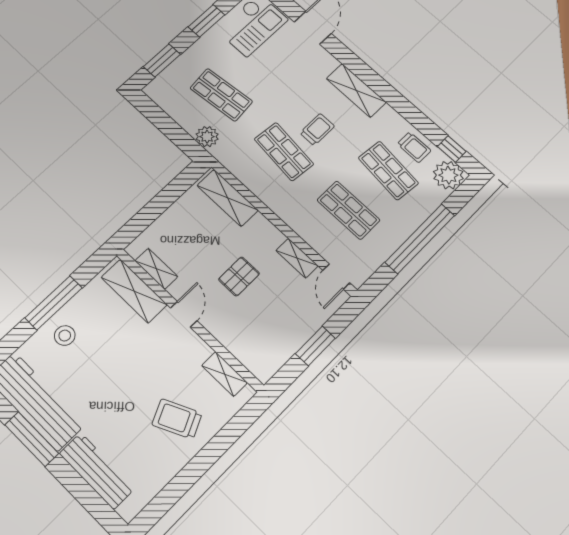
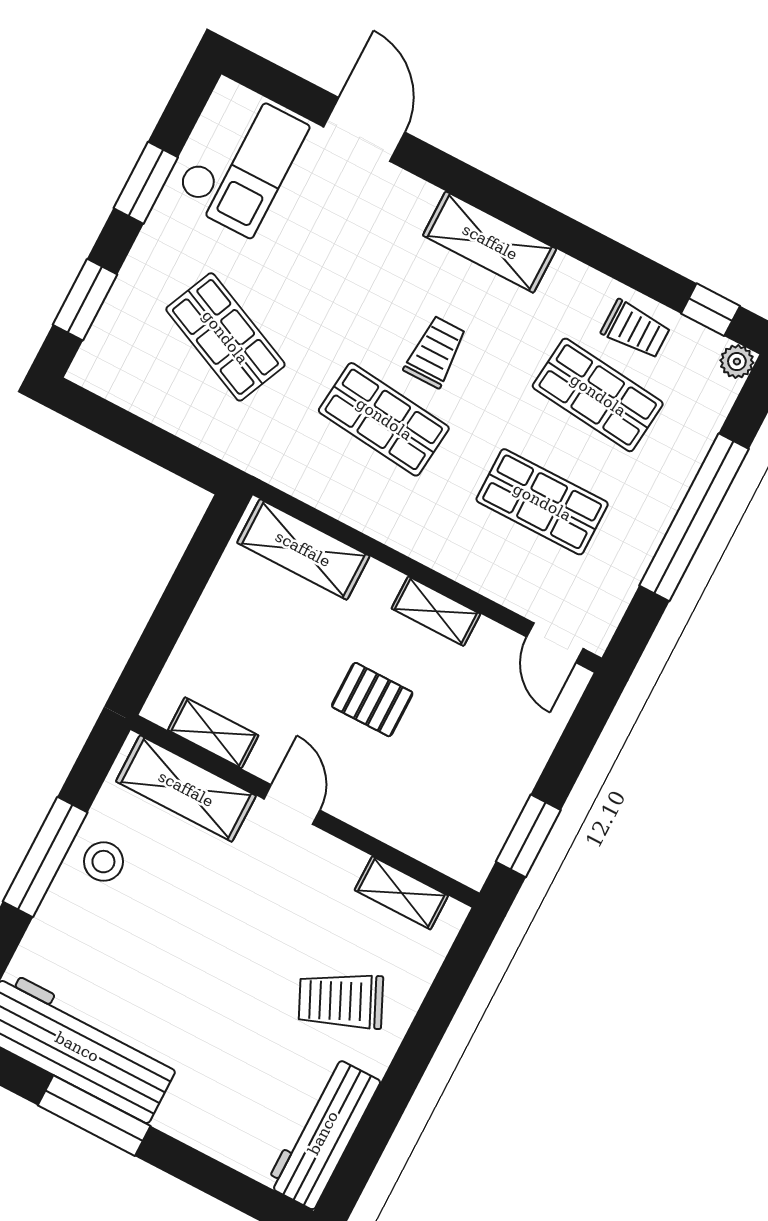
shop shelf: (221, 95) -> (225, 337), turned 30
plant: (207, 137) -> (225, 435), removed
plant: (448, 175) -> (737, 362), width x0.53, depth x0.53
shelving: (297, 258) -> (436, 611), moved
pallet: (239, 276) -> (372, 700), turned 90
stool: (65, 336) -> (103, 862), moved
window: (315, 346) -> (528, 836), moved
workbench: (97, 471) -> (323, 1133), moved, turned -90

